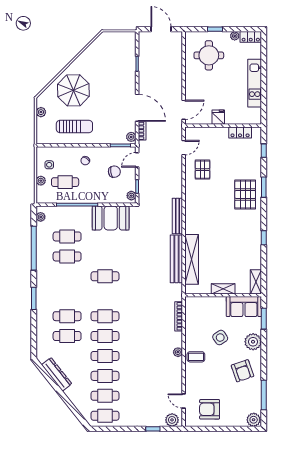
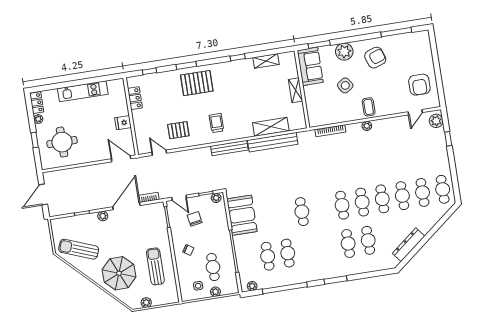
sun lounger: (103, 55) -> (79, 249), added
plant: (131, 137) -> (103, 216), moved
trolley: (204, 207) -> (216, 123), added
shelving: (192, 259) -> (271, 127), width x0.68
shelving: (256, 282) -> (266, 61), moved
plant: (254, 420) -> (423, 39), removed

